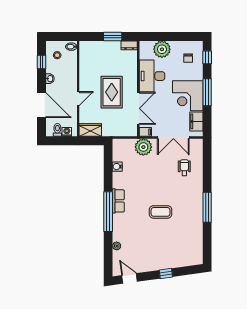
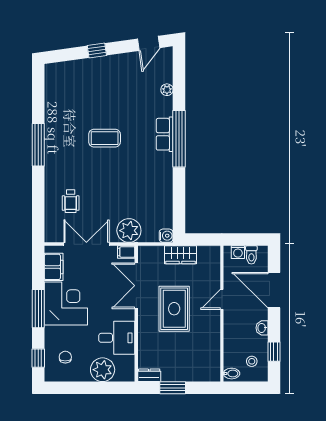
desk: (152, 76) -> (117, 338), width x0.73
wardrobe: (90, 130) -> (181, 255), moved
water cooler: (117, 167) -> (166, 236), moved
row of seats: (118, 201) -> (165, 134), moved
door: (130, 278) -> (149, 43), hinge flipped

